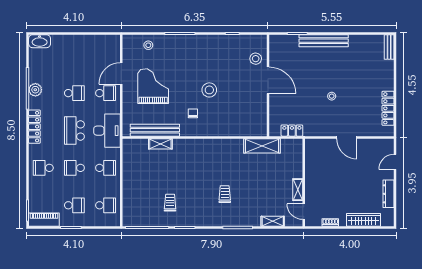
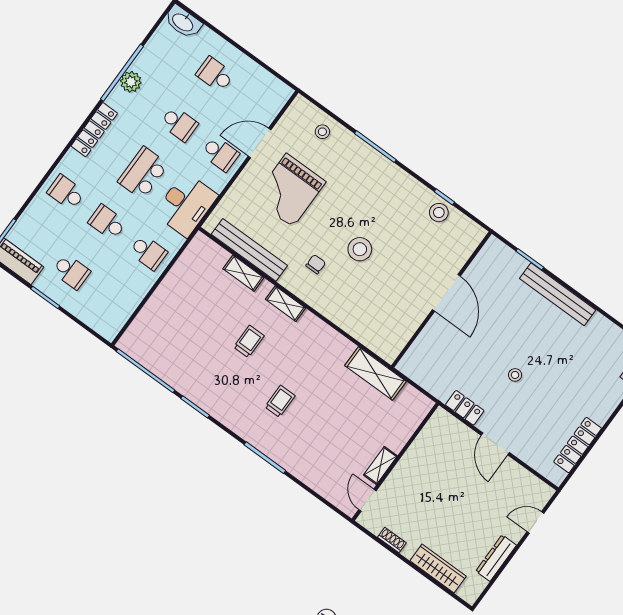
stool: (256, 59) -> (439, 213), moved
grand piano: (153, 86) -> (290, 190), turned 180
locker: (292, 131) -> (465, 408), moved
trolley: (170, 203) -> (249, 341), moved
school desk: (106, 205) -> (215, 75), moved, turned 180
shelving: (273, 221) -> (286, 304), moved

